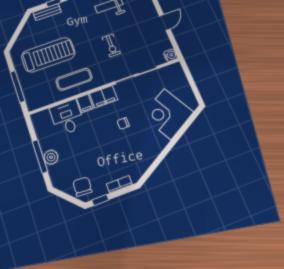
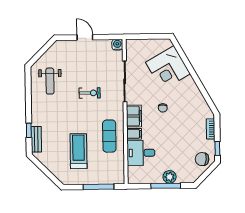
treadmill: (48, 55) -> (78, 151), width x0.73, depth x0.73

